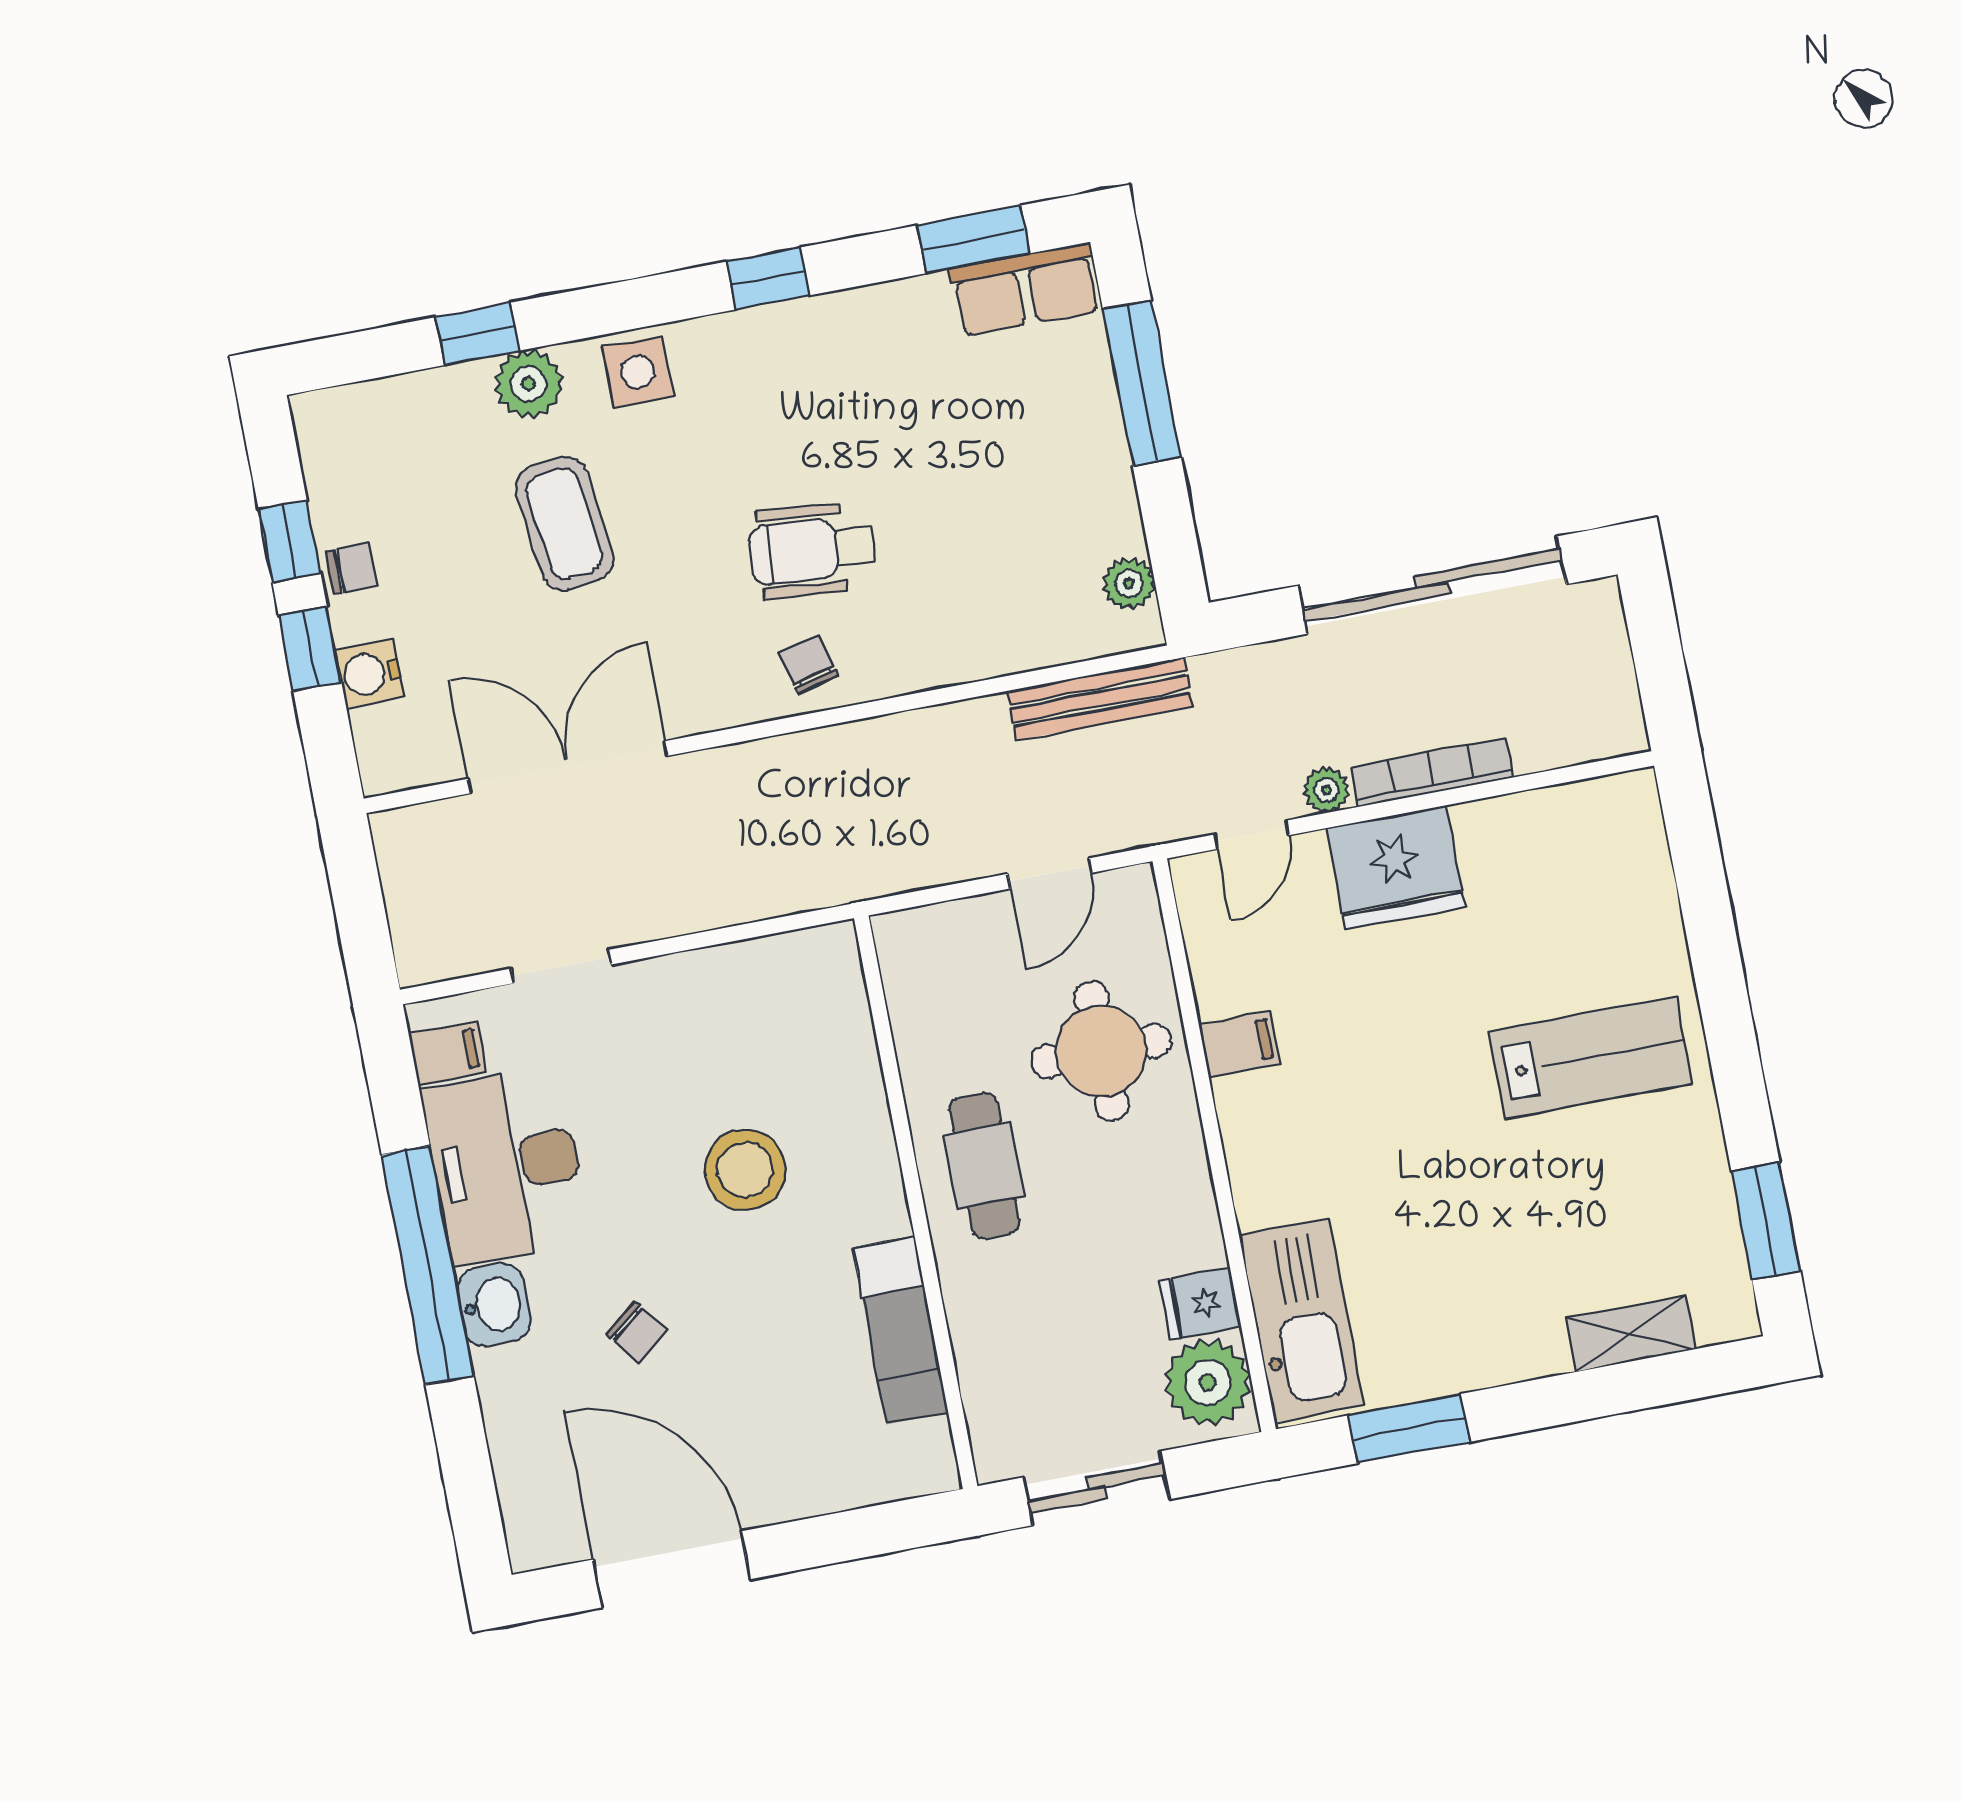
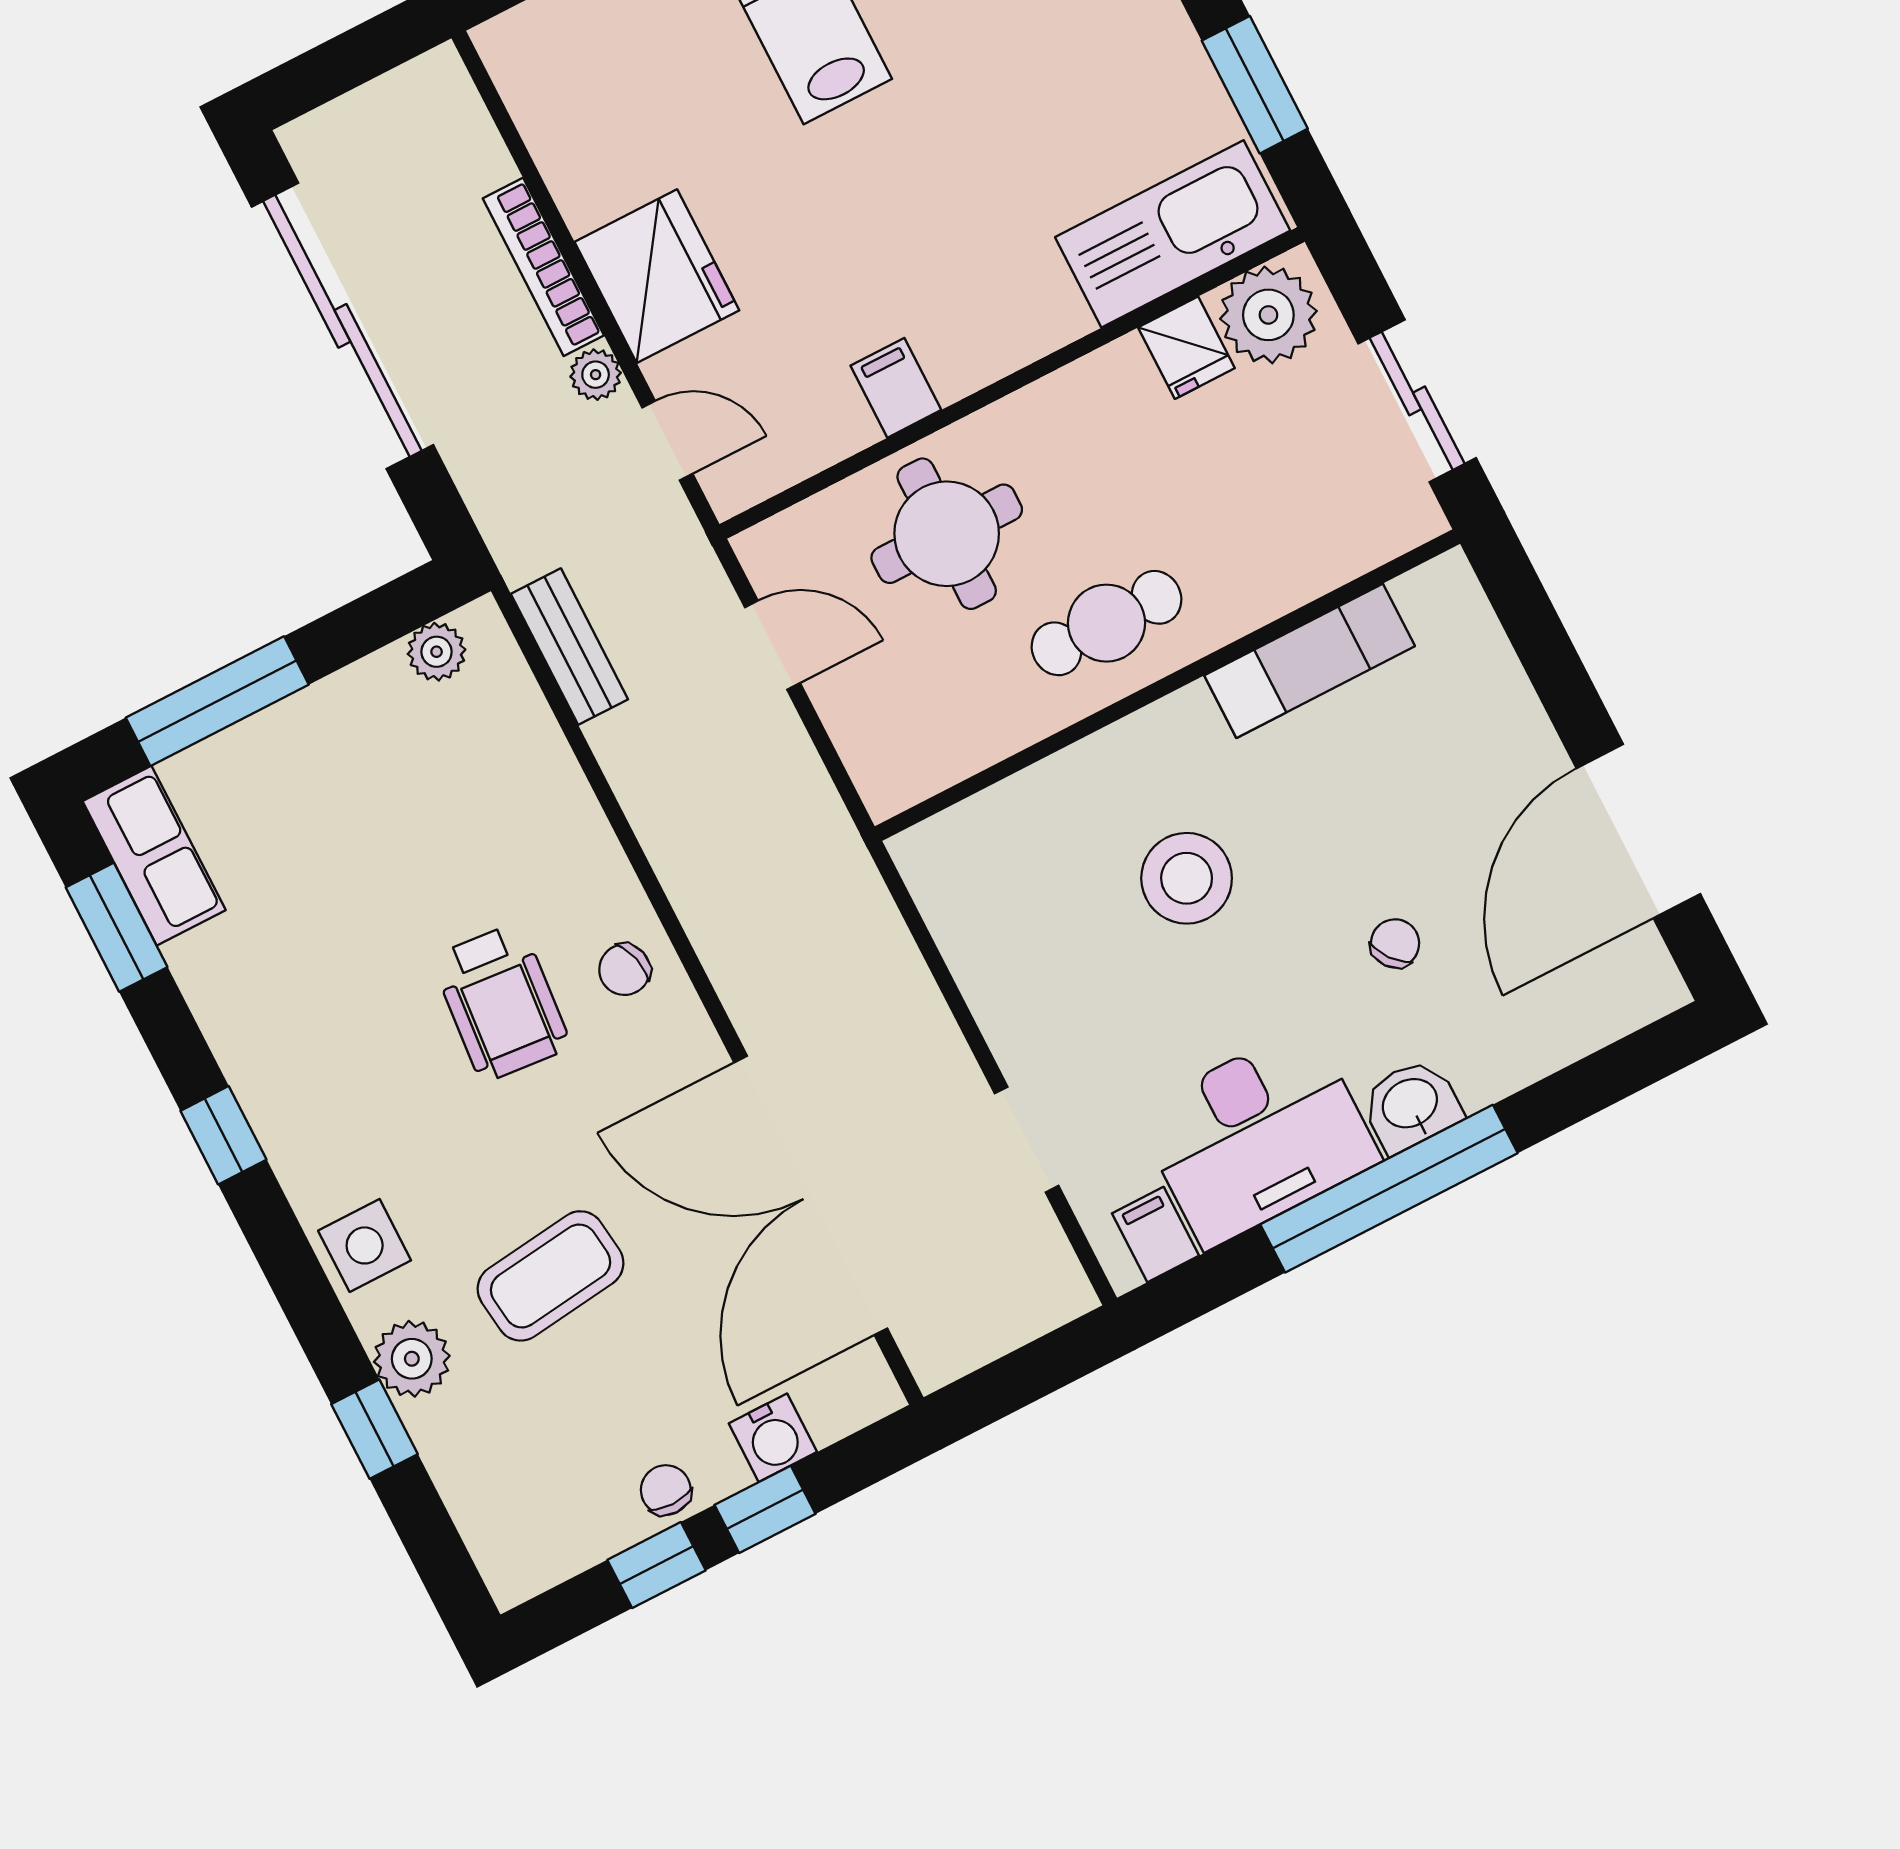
bench: (1100, 699) -> (569, 647), width x0.73
double door: (568, 767) -> (811, 1195), width x1.36

